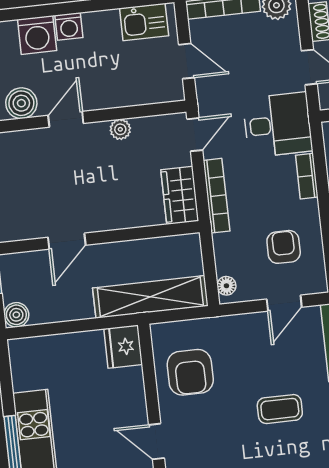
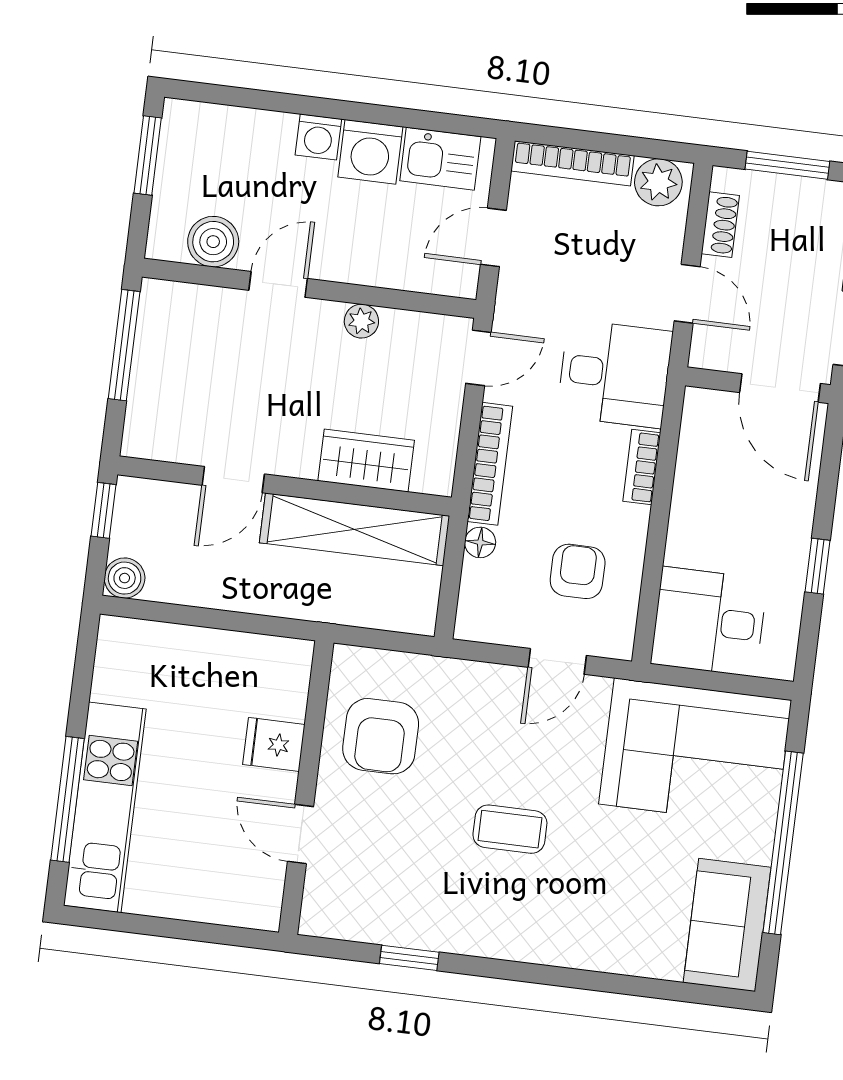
washing machine: (37, 35) -> (370, 152), moved
door: (187, 61) -> (493, 237), swing flipped
wardrobe: (180, 195) -> (366, 461), moved, turned 90
floor lamp: (226, 286) -> (480, 542), moved
shelving: (150, 297) -> (355, 529), moved
fridge: (123, 347) -> (274, 744), moved, width x0.72

